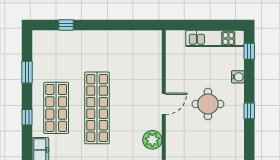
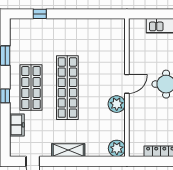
plant: (152, 140) -> (117, 104), moved

